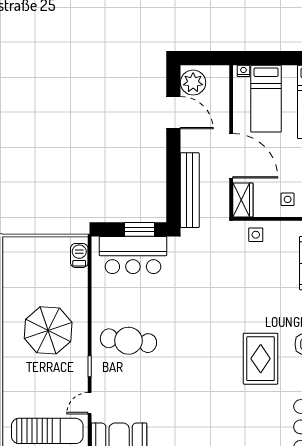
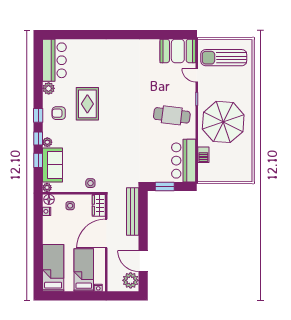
door: (231, 156) -> (106, 234), hinge flipped
bar counter: (133, 255) -> (184, 161), moved, turned -90
barbecue: (79, 256) -> (203, 155), moved
parasol: (48, 330) -> (223, 122), width x1.36, depth x1.36
door: (90, 403) -> (197, 75), swing flipped

